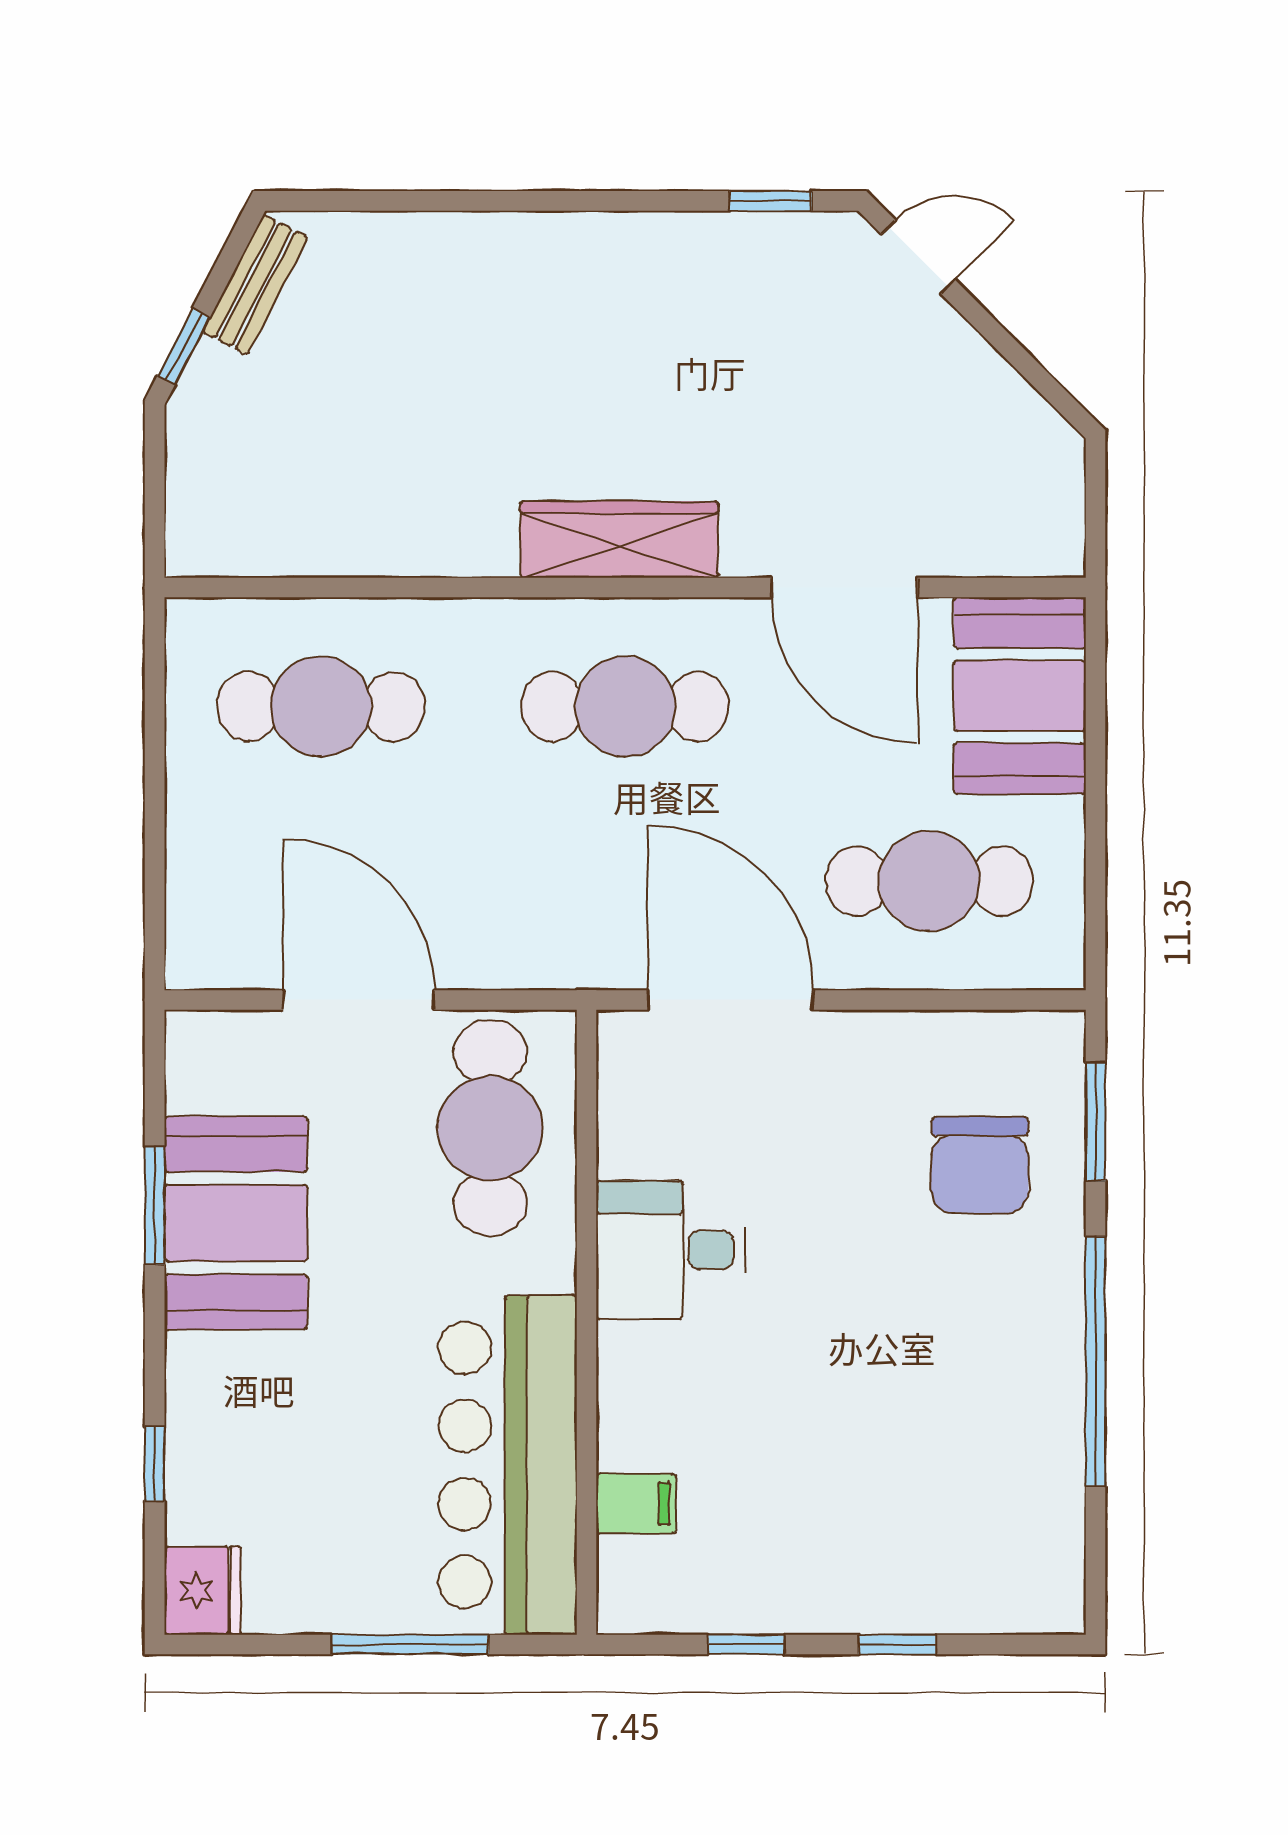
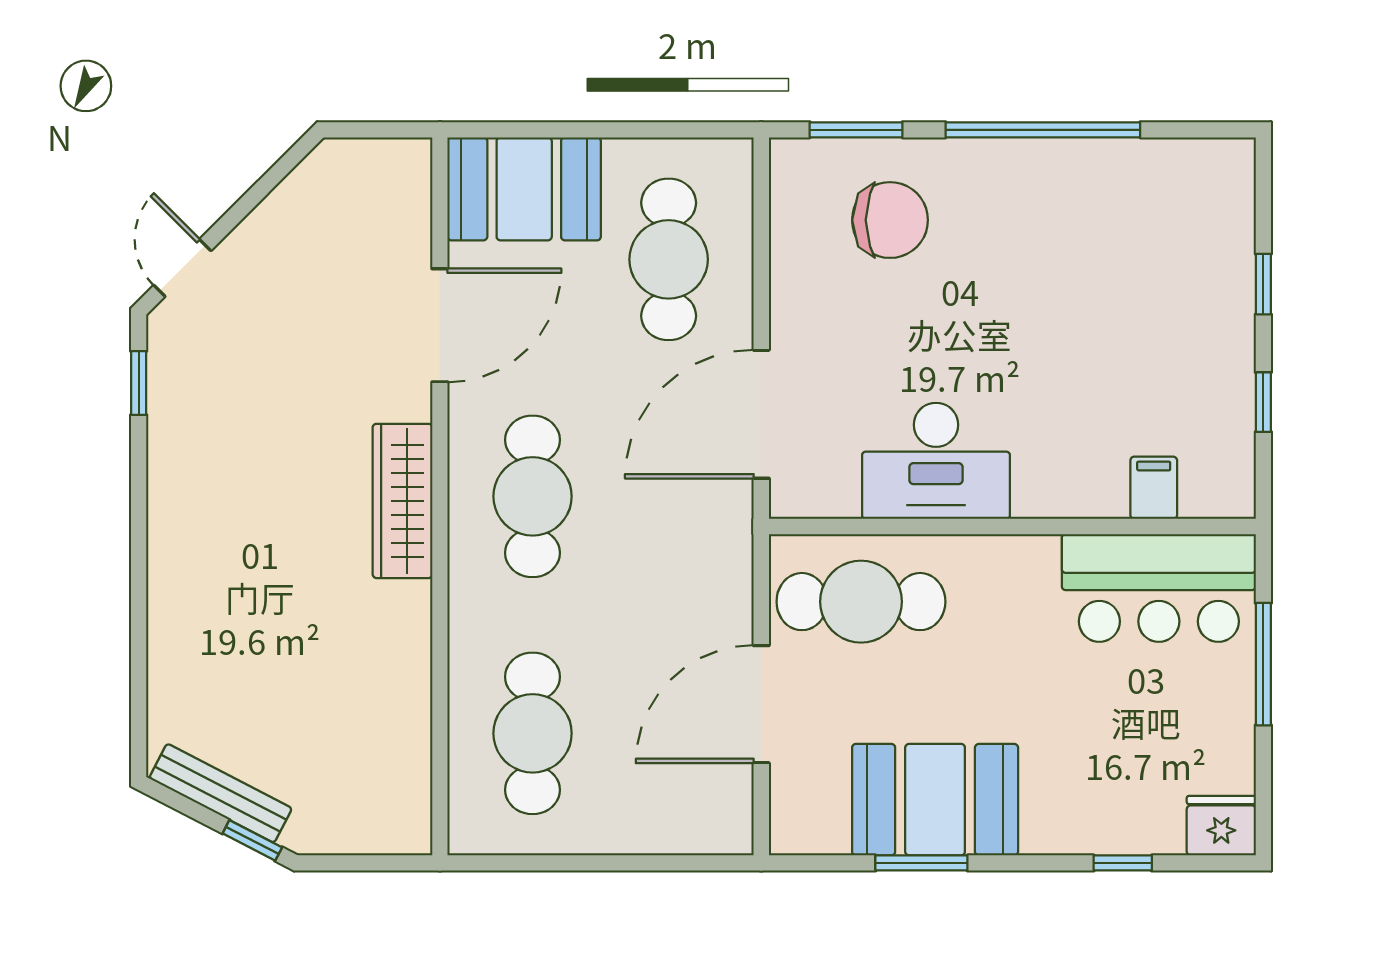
bench: (255, 285) -> (221, 793), width x1.36
desk: (671, 1250) -> (936, 461), width x1.37
bar counter: (508, 1465) -> (1159, 588), width x0.73

